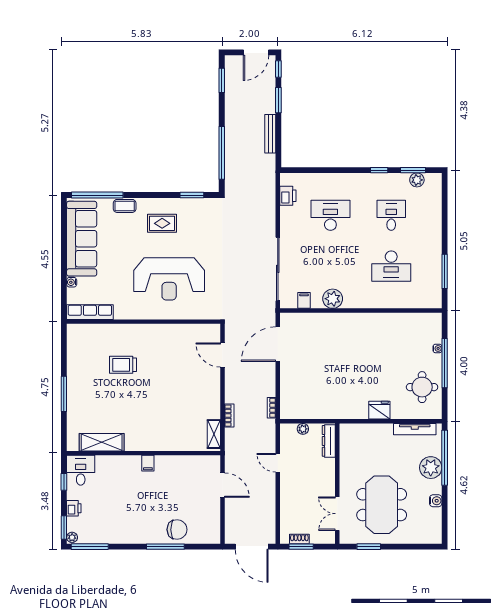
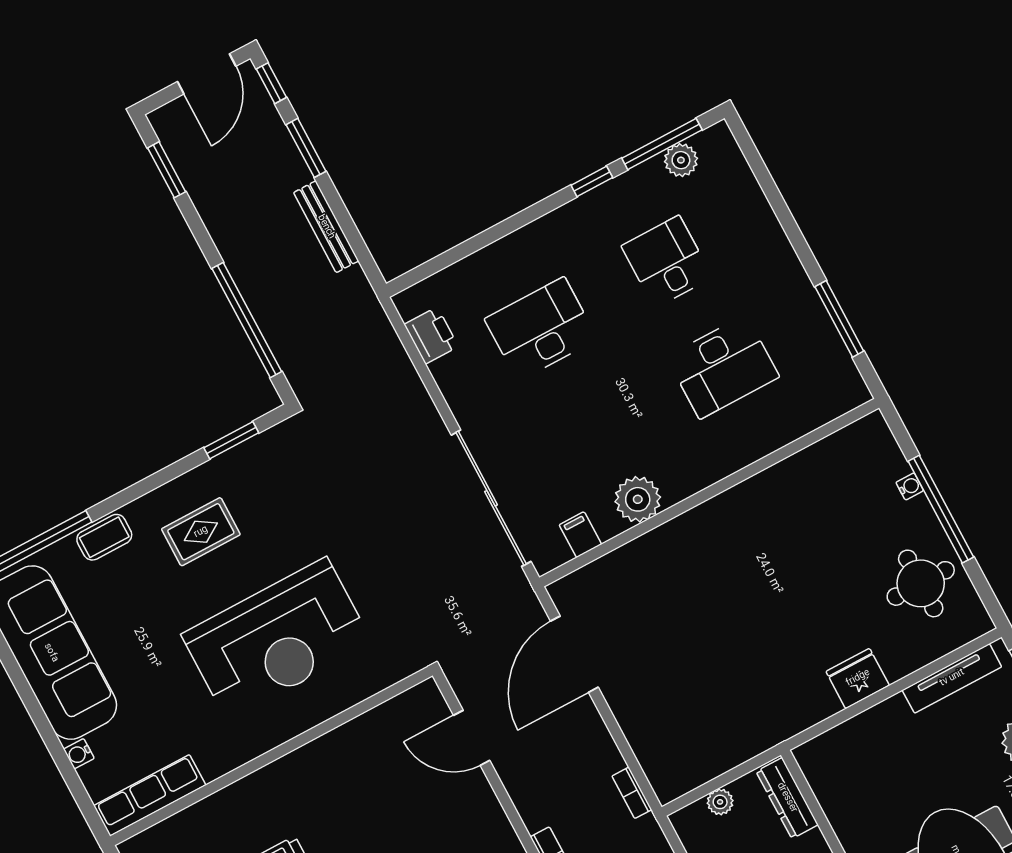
window: (413, 170) -> (662, 144), width x1.44

